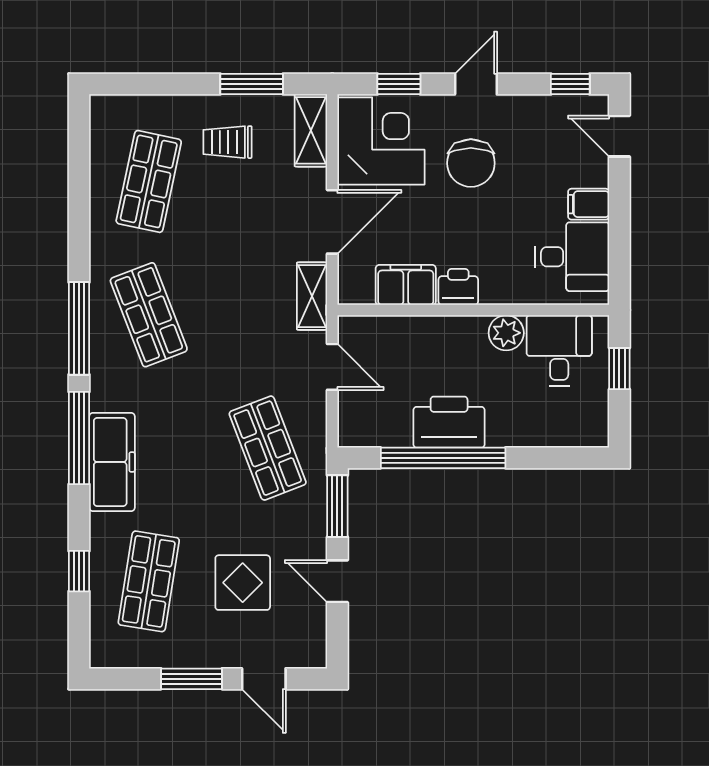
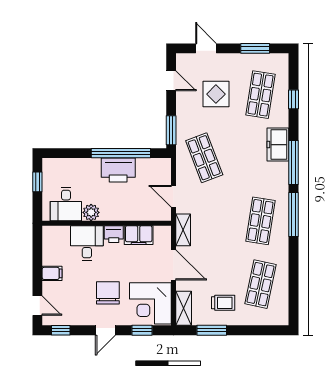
door: (332, 222) -> (174, 265), swing flipped
desk: (572, 257) -> (87, 243), moved, turned 90
shop shelf: (149, 315) -> (261, 221), turned 30
window: (619, 369) -> (37, 182), moved
freezer: (112, 462) -> (278, 145), width x0.71
door: (337, 581) -> (171, 81), moved
window: (191, 679) -> (255, 48), moved

